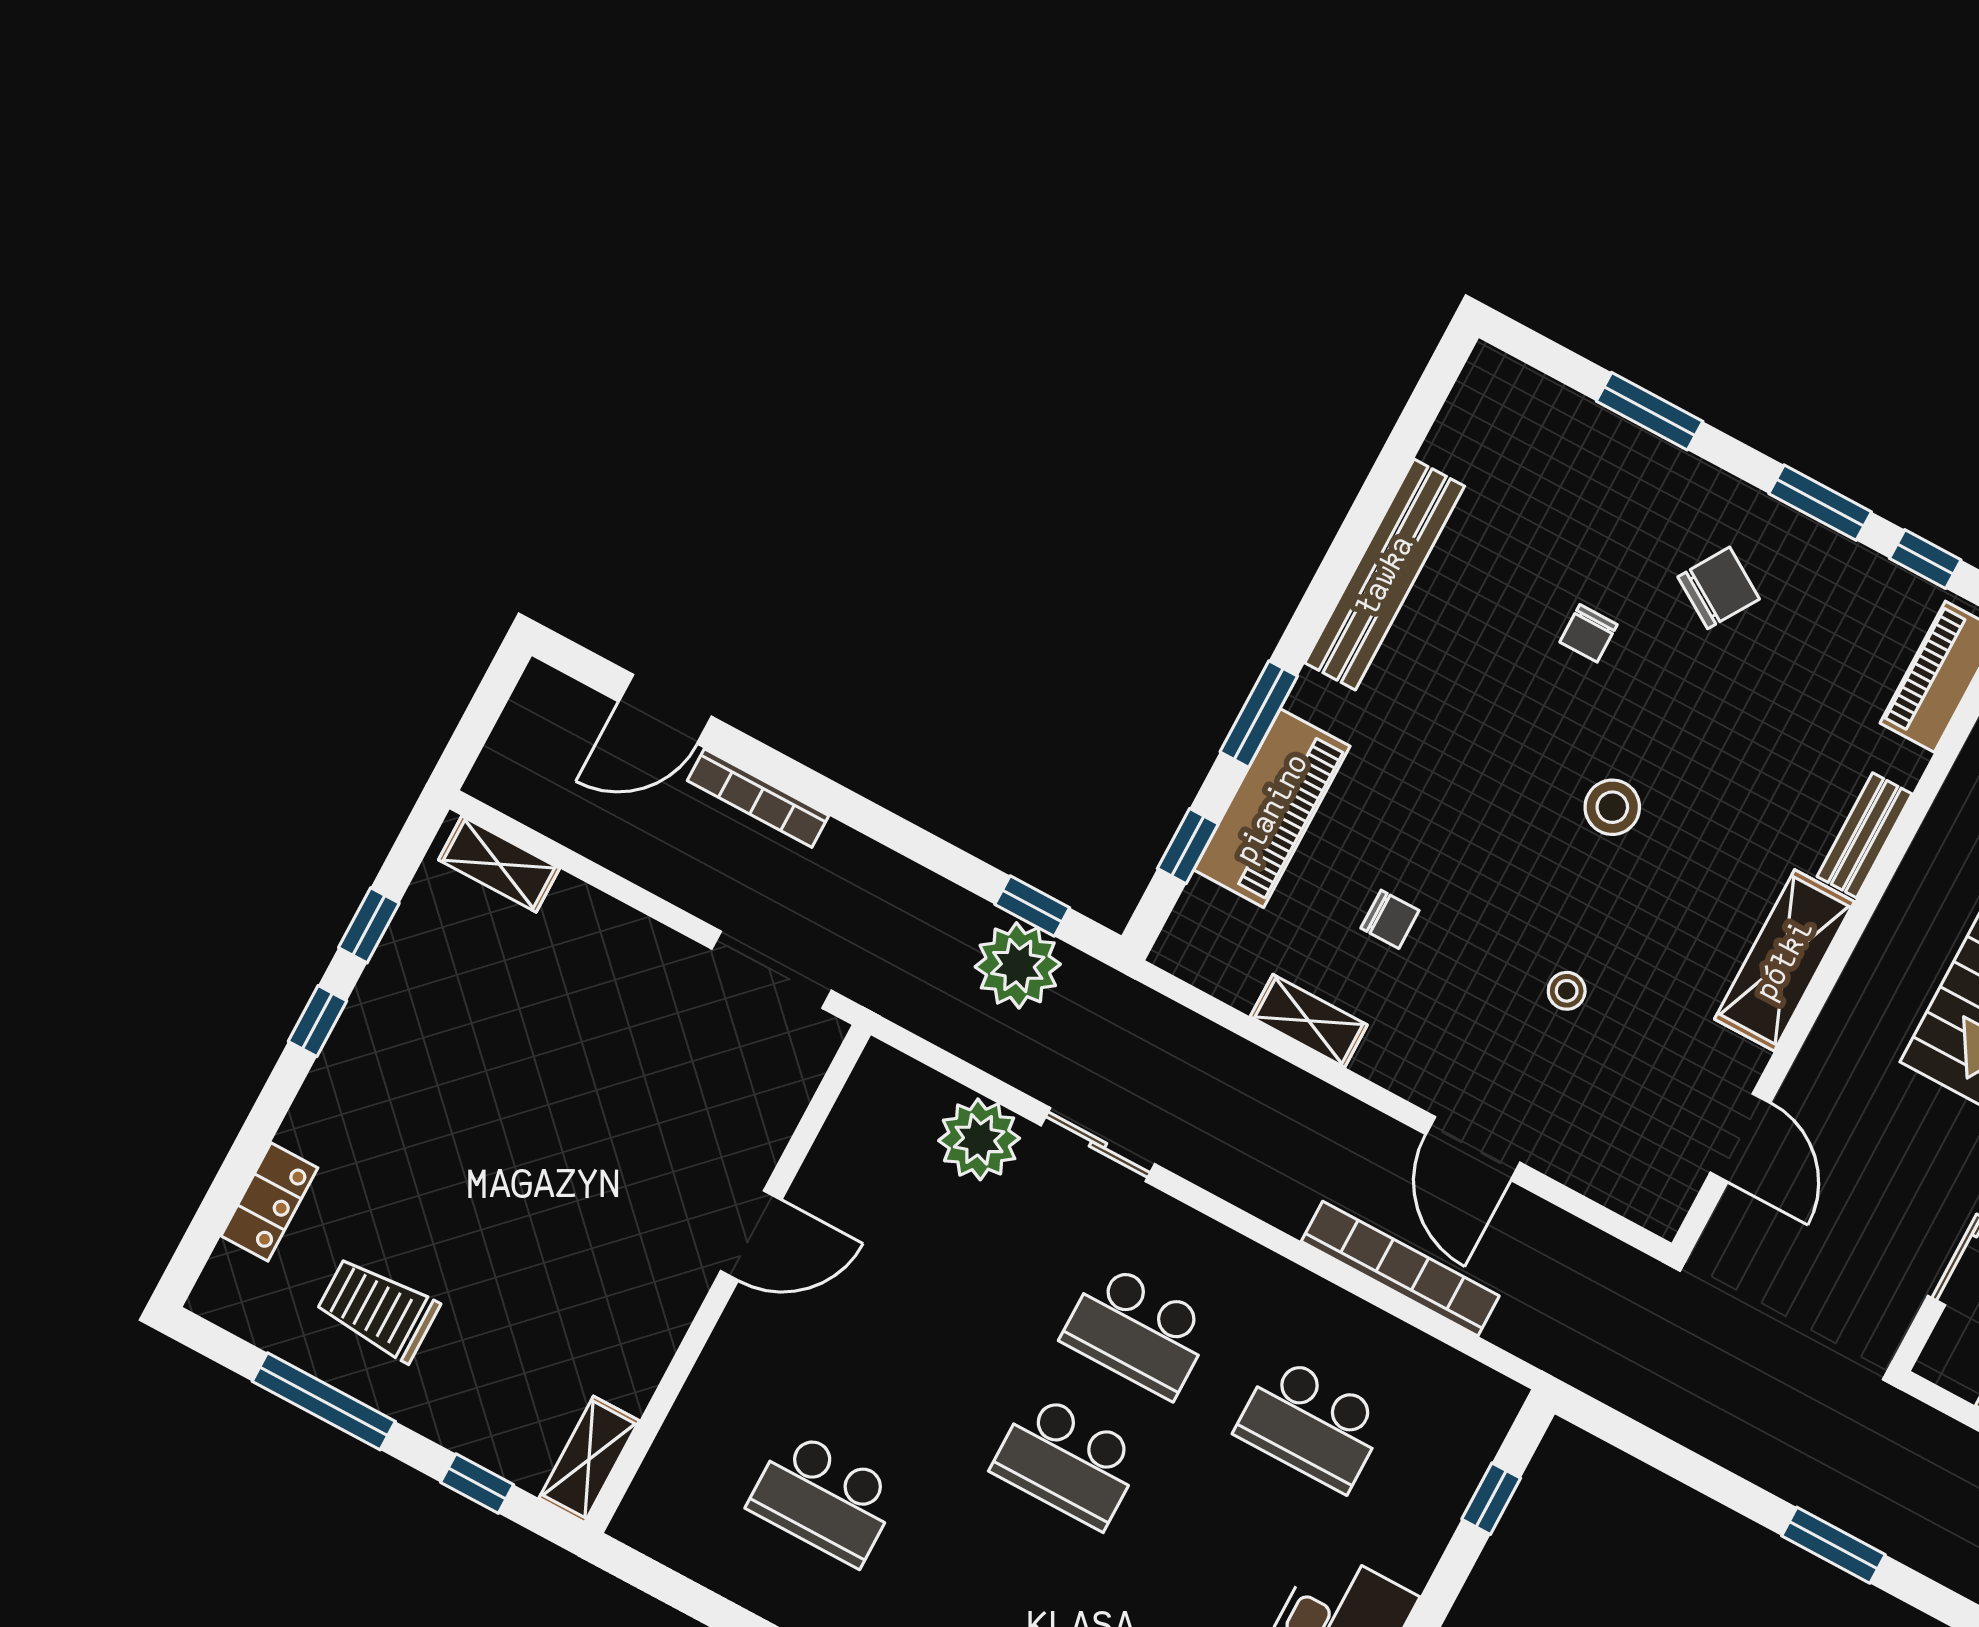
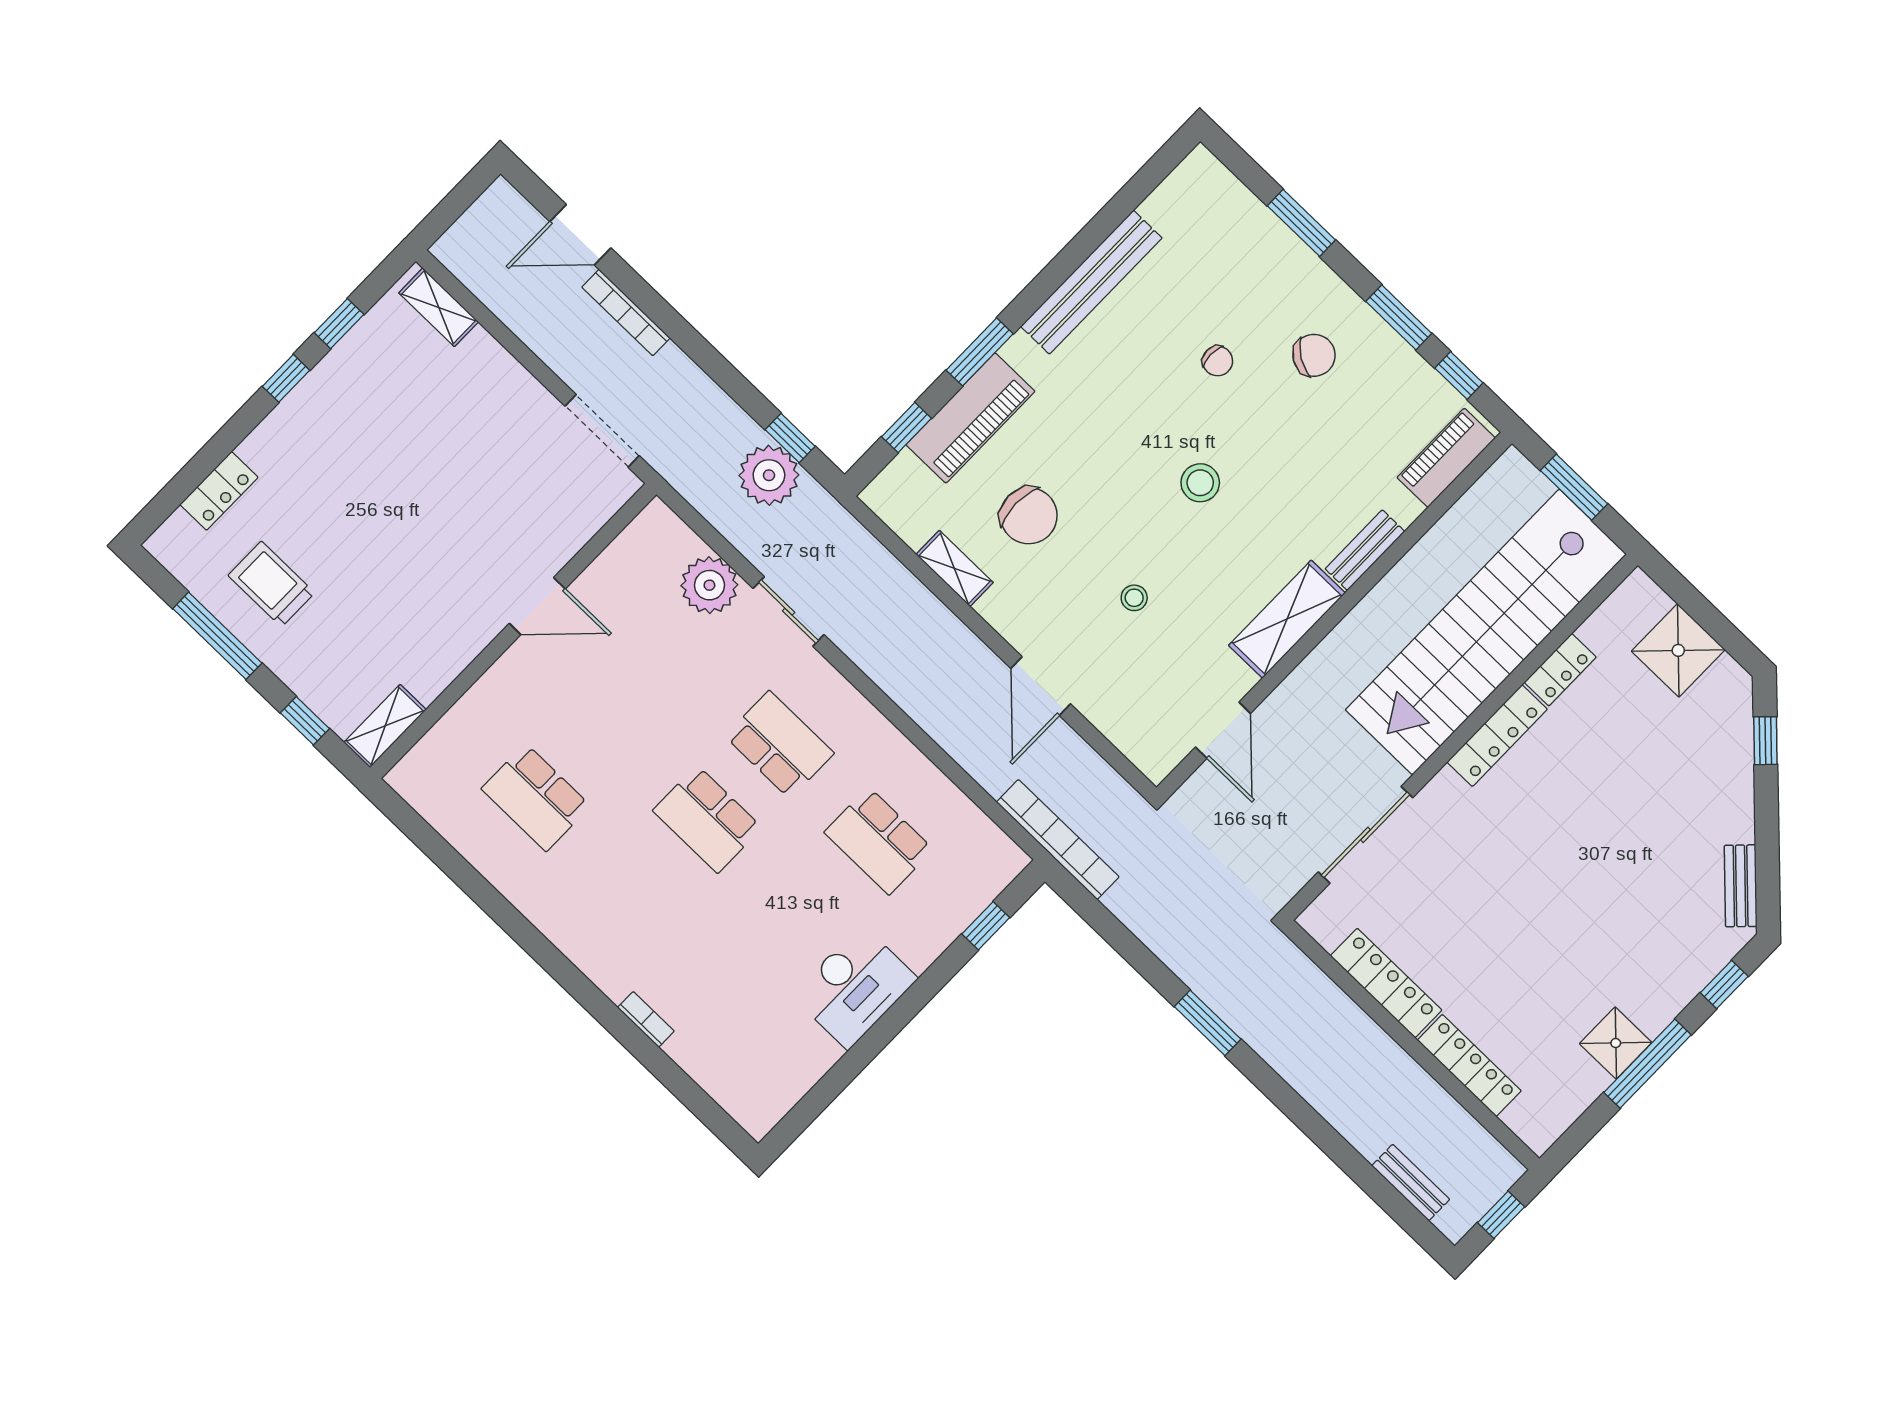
chair: (1588, 633) -> (1218, 361), turned -90
chair: (1390, 919) -> (1029, 516), width x1.87, depth x1.87
bookcase: (1400, 1269) -> (1058, 839), moved
school desk: (1137, 1331) -> (779, 745), turned 180

